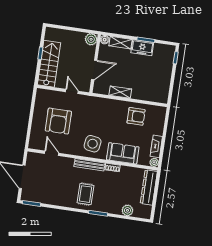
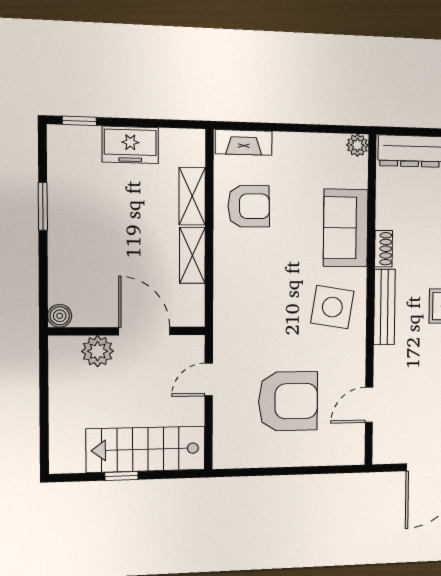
plant: (91, 39) -> (98, 351), moved
shelving: (121, 43) -> (192, 196), moved
freezer: (142, 48) -> (130, 145), moved, turned 90
armchair: (136, 116) -> (249, 206), turned 89
fireplace: (156, 146) -> (244, 142), moved

